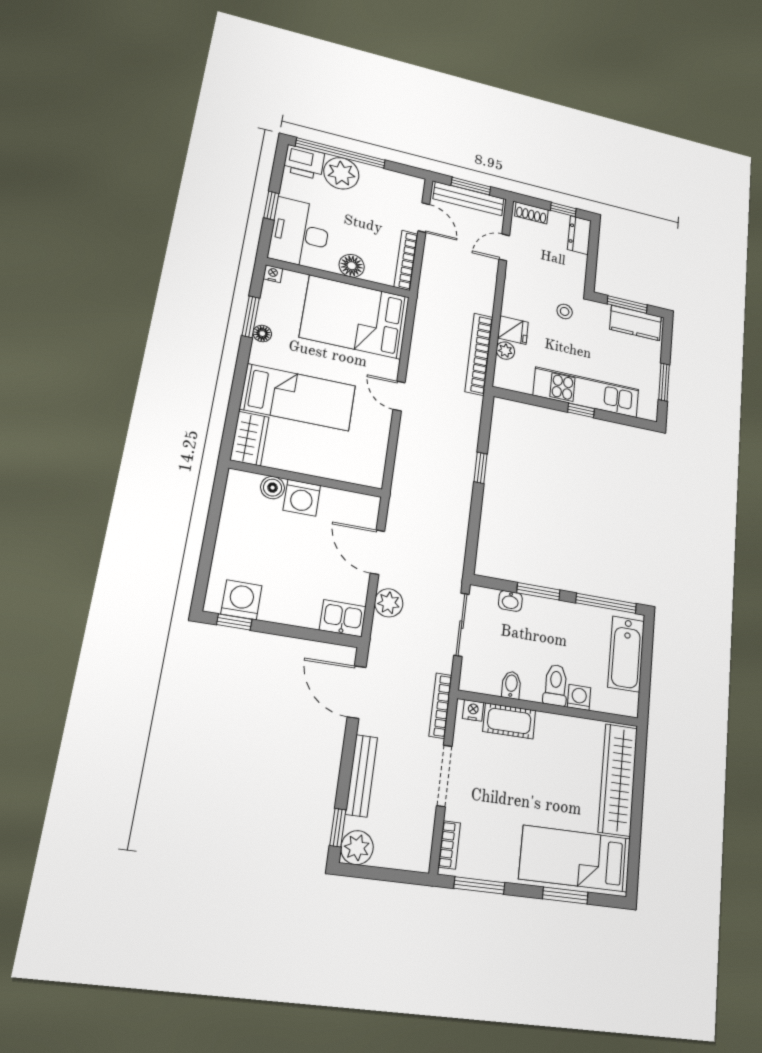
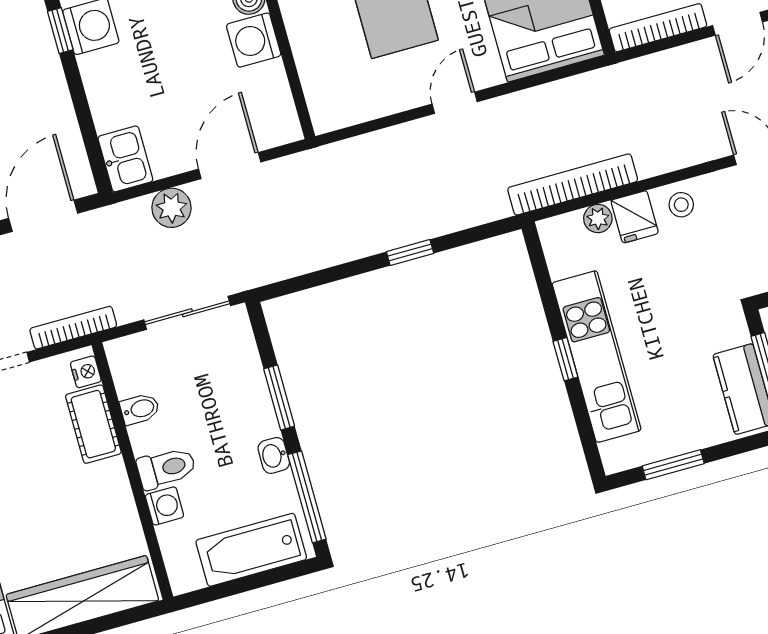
stool: (565, 311) -> (681, 205), moved
washbasin: (510, 601) -> (274, 455), moved

